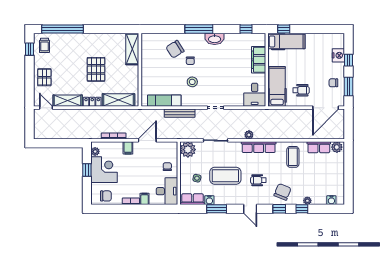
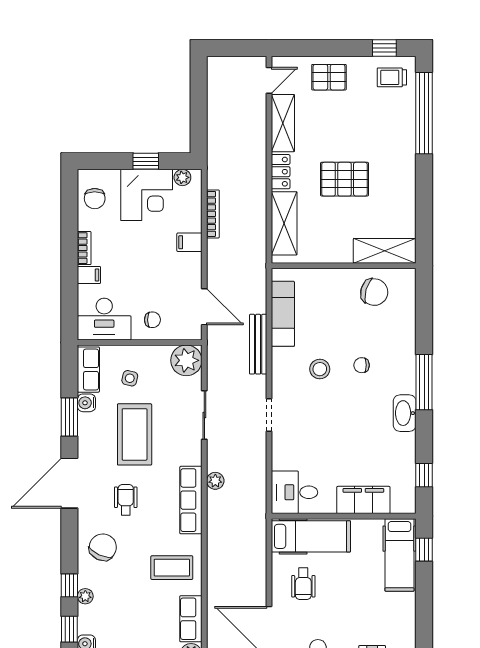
chair: (175, 49) -> (374, 292), moved, turned 138
door: (147, 140) -> (204, 307), moved
chair: (283, 192) -> (103, 547), turned -87
door: (250, 209) -> (69, 483), width x1.88
window: (279, 209) -> (69, 629), moved

